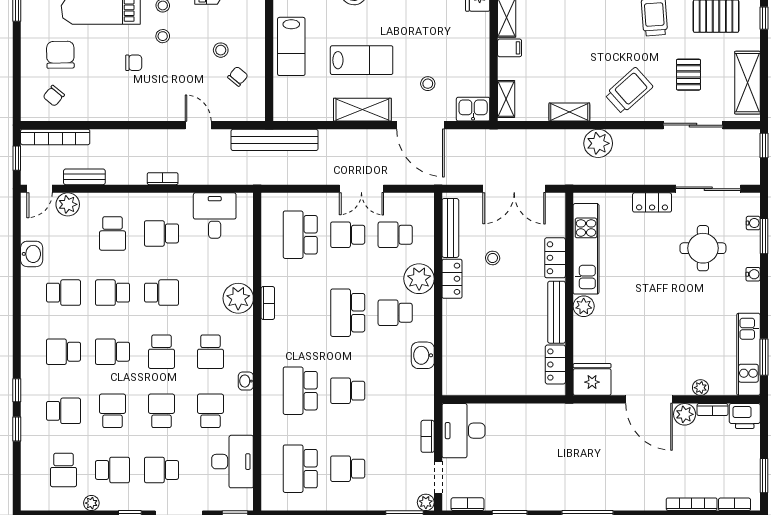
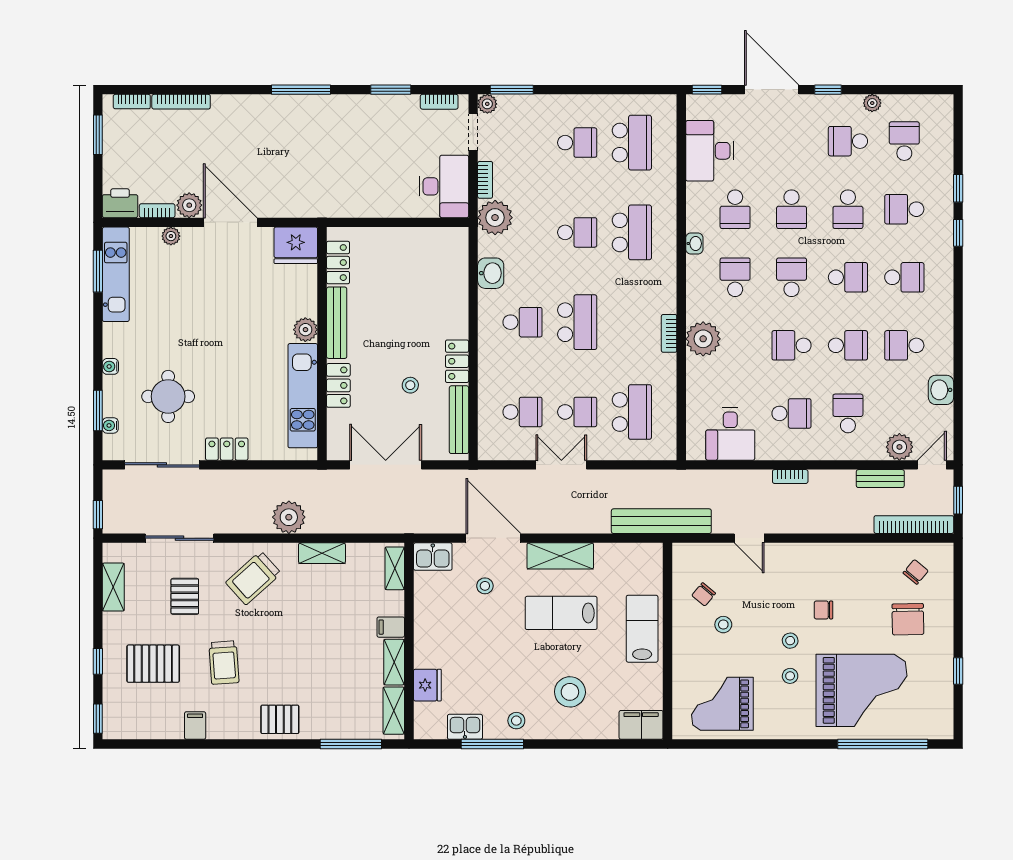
shelving: (747, 83) -> (113, 587), width x0.67, depth x0.75
plant: (419, 279) -> (495, 218), moved
school desk: (161, 470) -> (792, 141), removed

